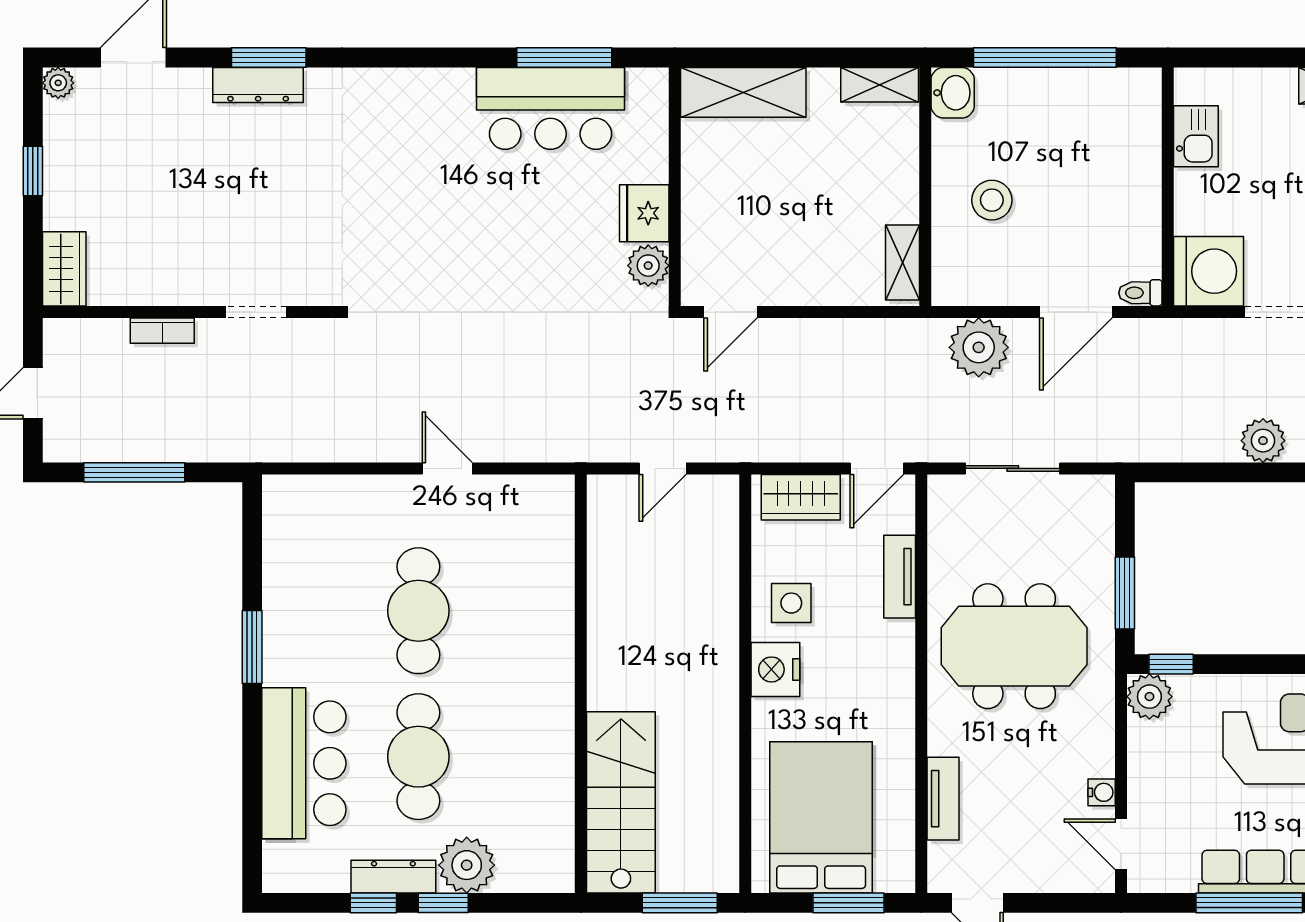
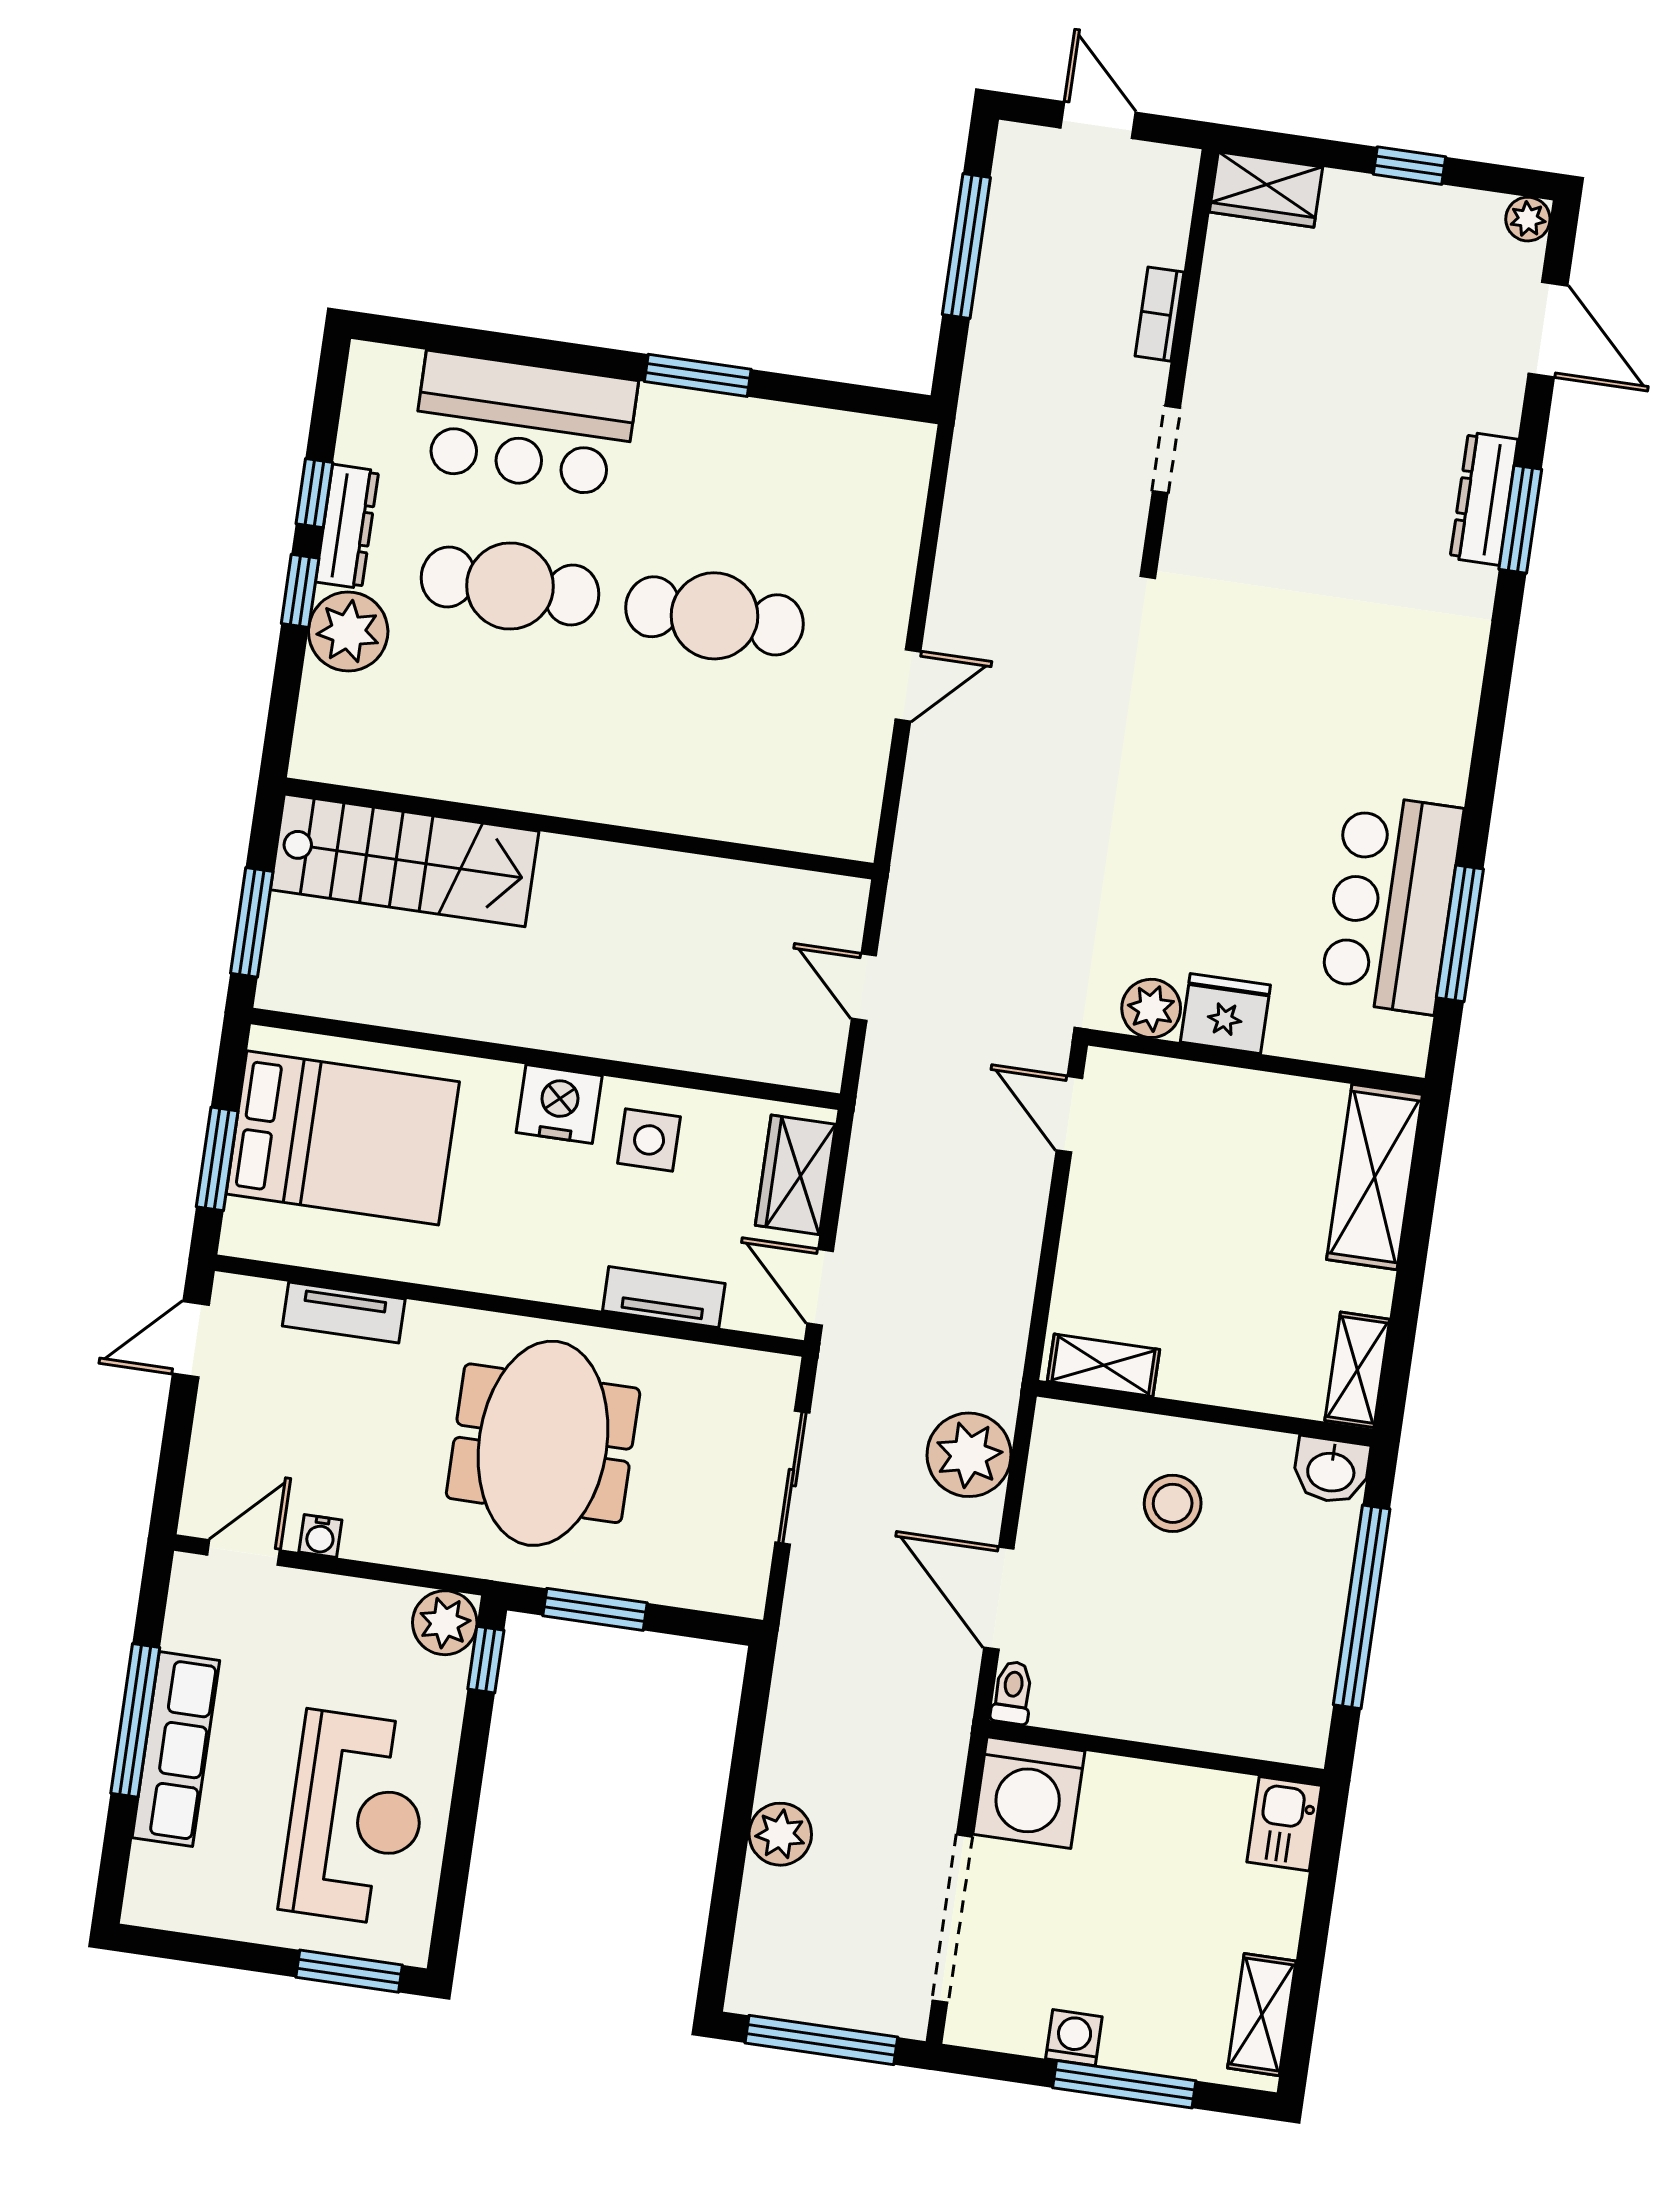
kitchen sink: (1196, 136) -> (1284, 1824), moved, turned 90

